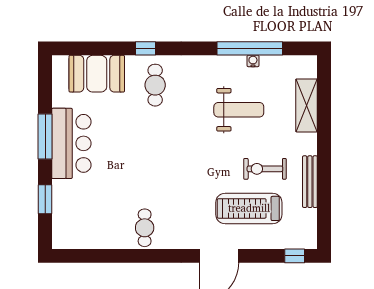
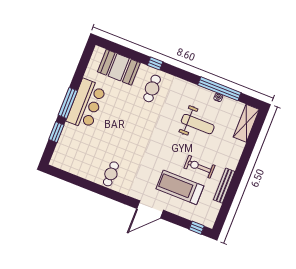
shelving: (307, 105) -> (246, 123), moved
window: (45, 136) -> (68, 103), moved

